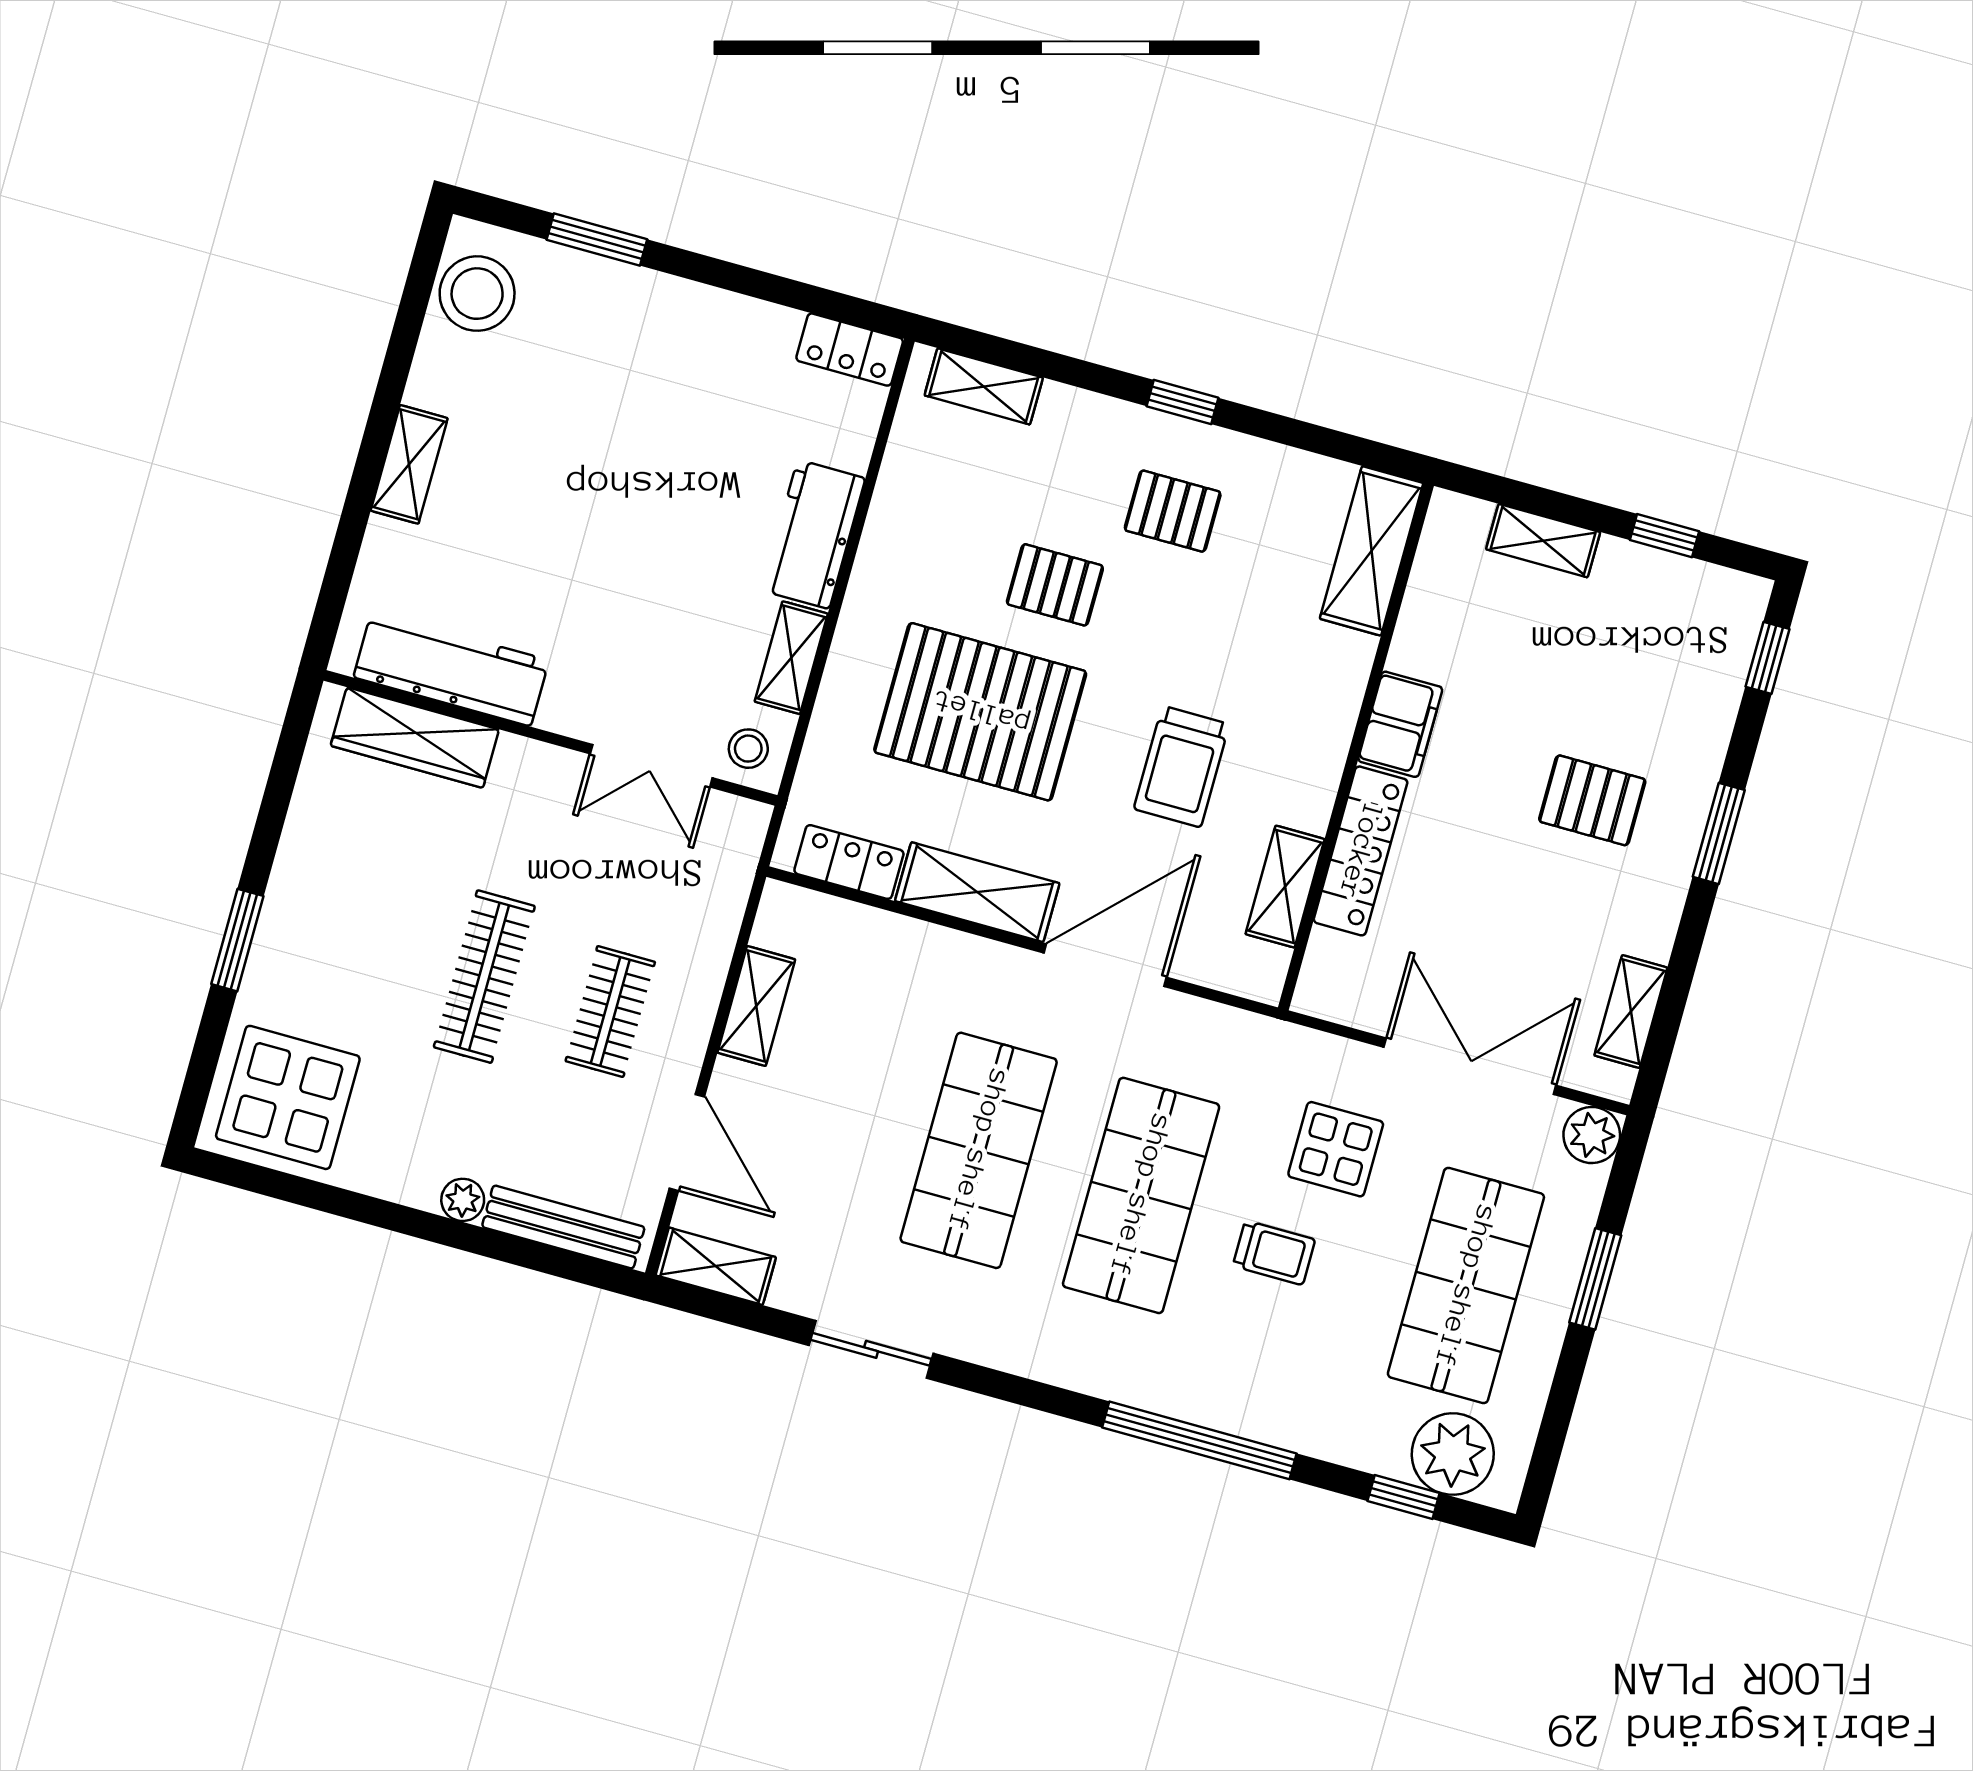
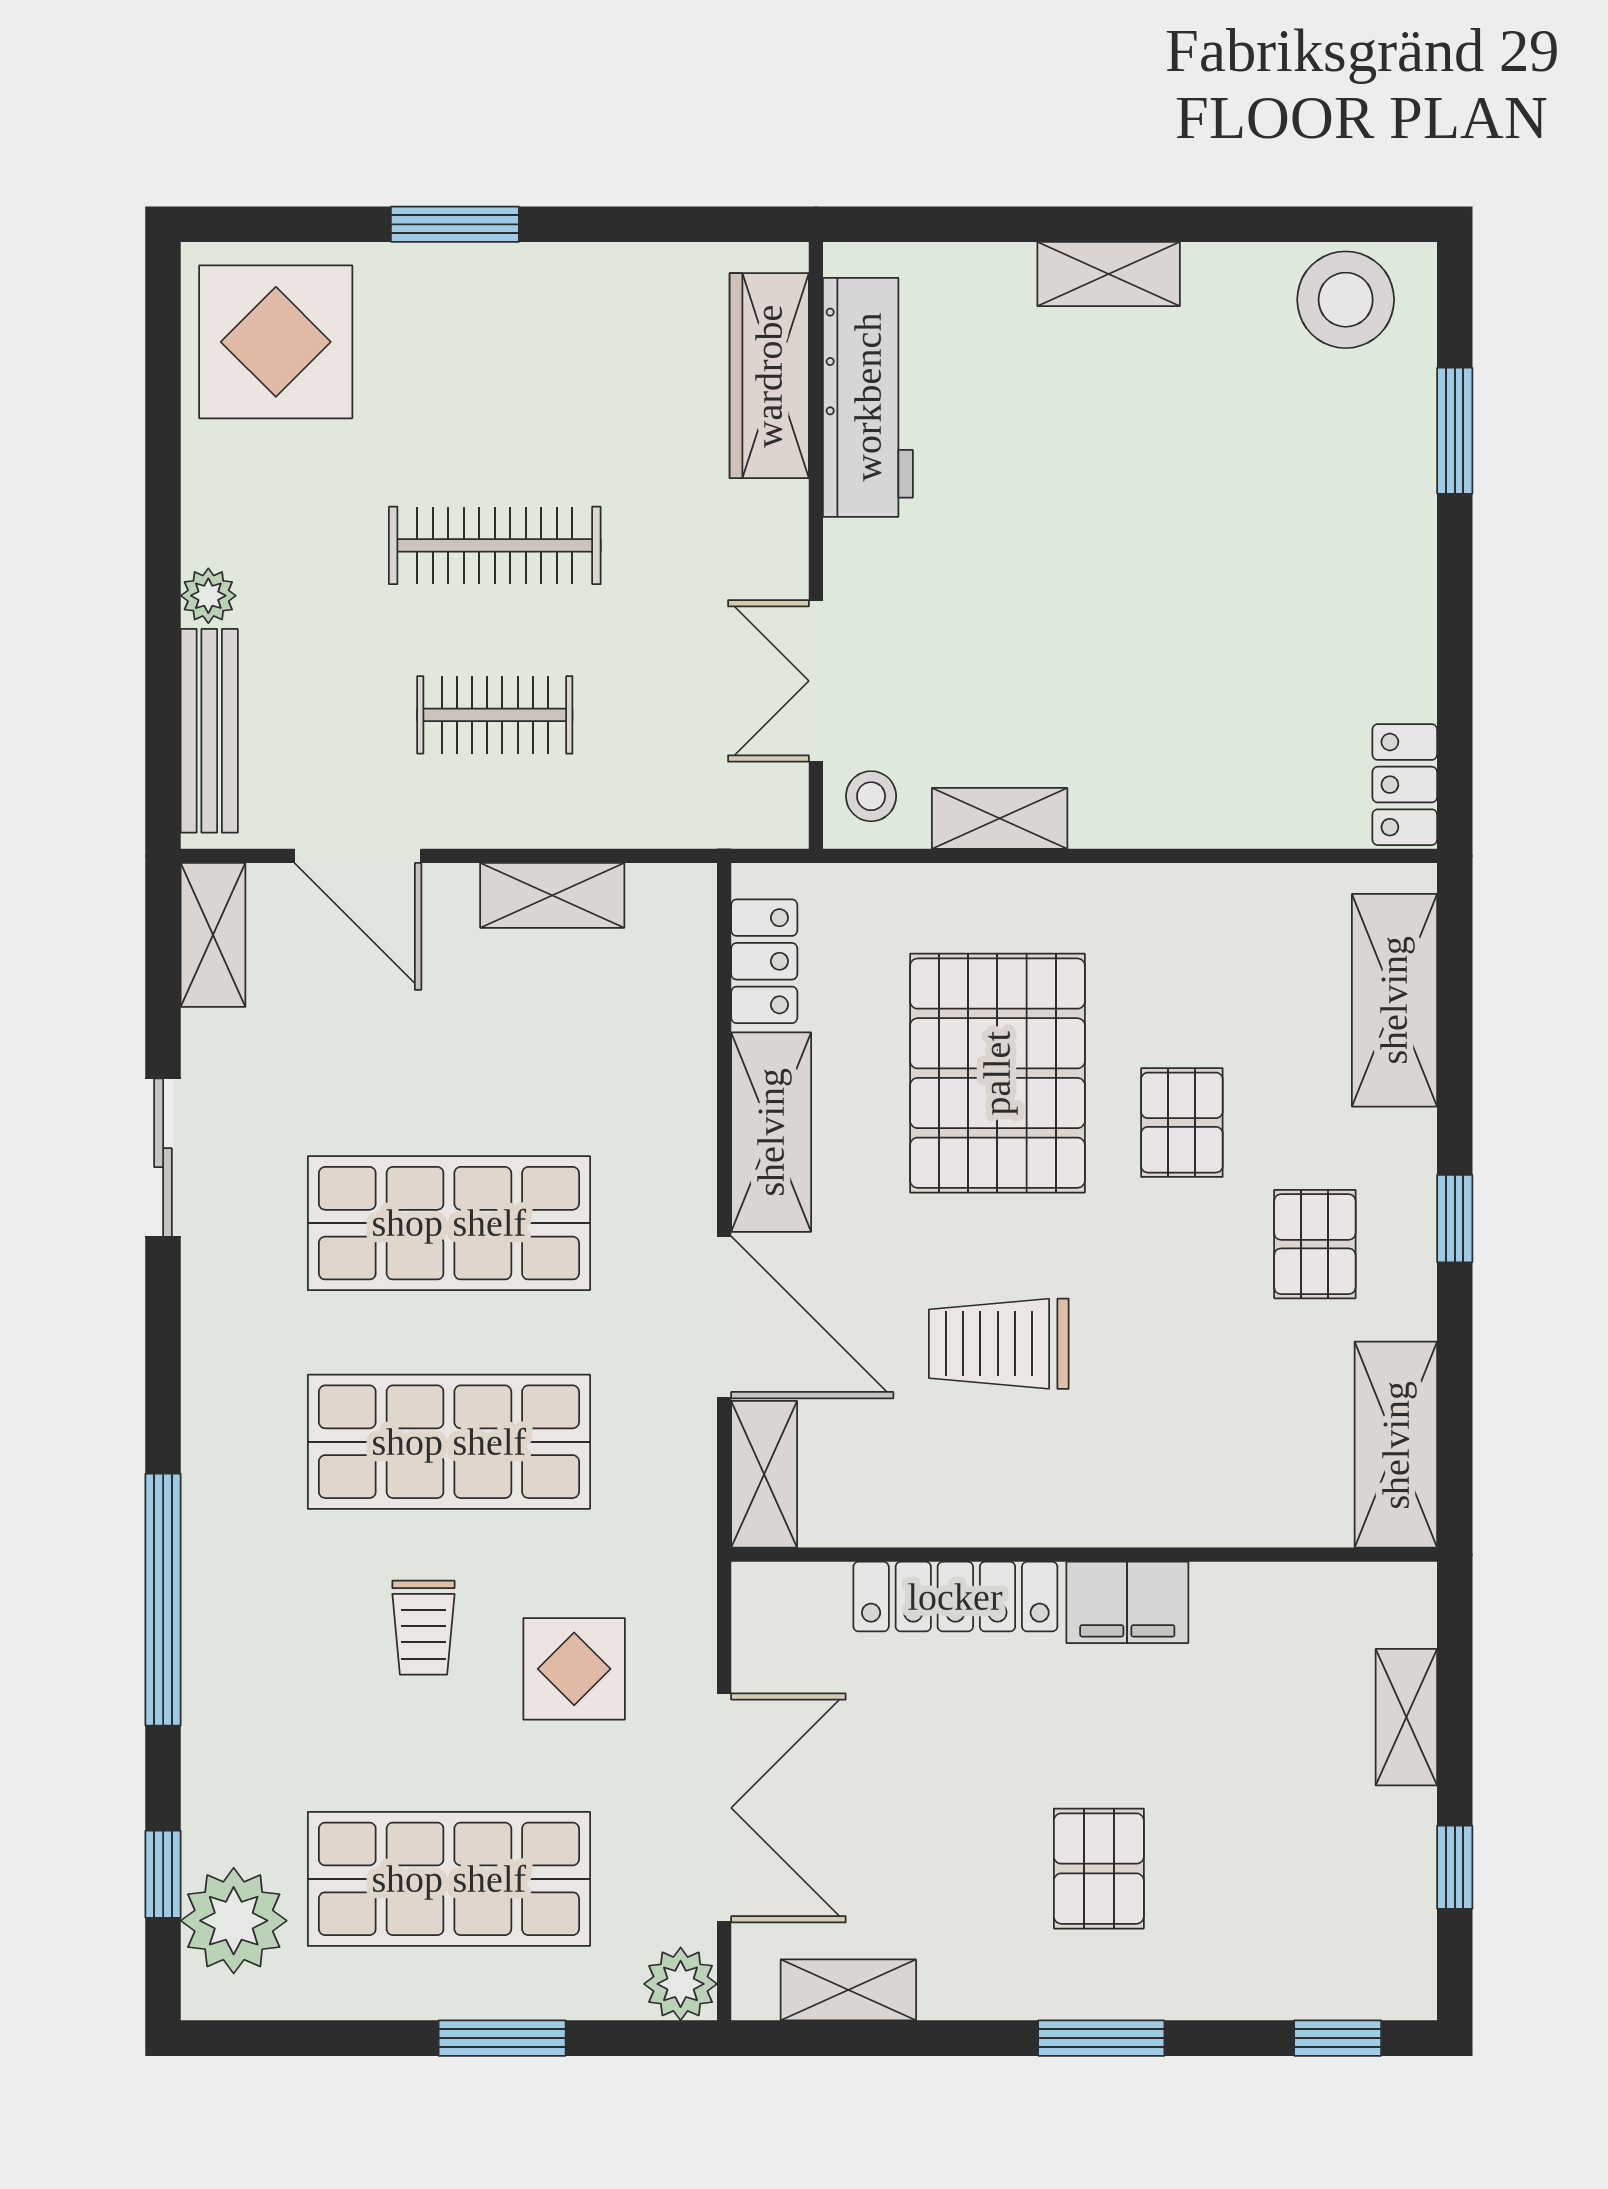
shelving: (984, 386) -> (1394, 1000), width x1.50, depth x1.33
workbench: (813, 534) -> (1161, 803), removed
shelving: (1372, 551) -> (1396, 1445), moved, turned 90
shelving: (1285, 887) -> (764, 1474), moved, turned 90
door: (687, 1142) -> (358, 856), hinge flipped

